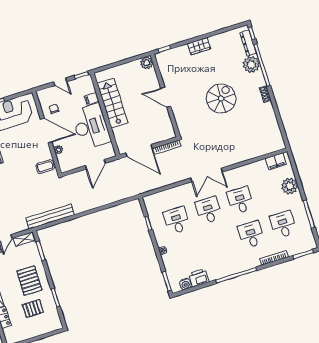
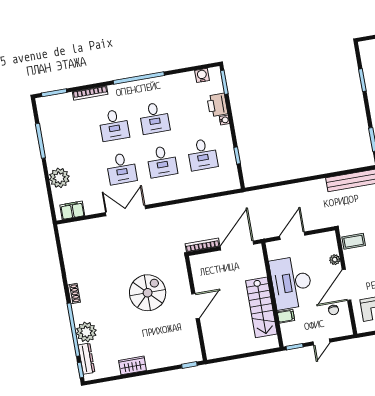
wardrobe: (199, 46) -> (132, 365), moved
plant: (147, 63) -> (213, 351), removed
door: (60, 82) -> (321, 342), swing flipped
door: (166, 97) -> (196, 306), hinge flipped
spiral stairs: (221, 98) -> (148, 293), moved, turned 180
door: (46, 131) -> (347, 285), hinge flipped
door: (139, 151) -> (237, 245), hinge flipped
double door: (207, 175) -> (126, 211), moved
desk: (283, 224) -> (154, 118), moved
printer: (199, 278) -> (217, 105), moved, turned 90

